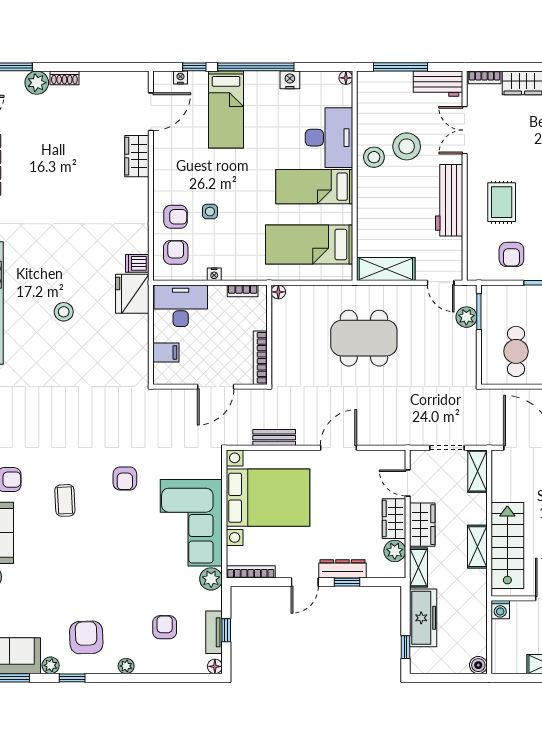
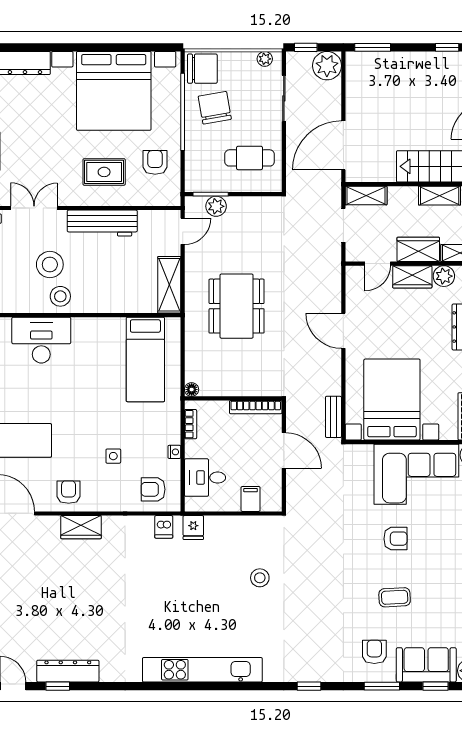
double door: (465, 130) -> (34, 208), swing flipped
wardrobe: (137, 156) -> (81, 527), moved
bed: (314, 187) -> (89, 355), removed
armchair: (176, 217) -> (69, 492), moved
armchair: (511, 254) -> (155, 162), turned -90
fridge: (132, 294) -> (193, 528), width x0.53, depth x0.75
desk: (181, 306) -> (205, 478), width x0.73
stool: (64, 312) -> (260, 578), moved
bench: (274, 438) -> (333, 417), moved
armchair: (125, 479) -> (395, 539), moved

